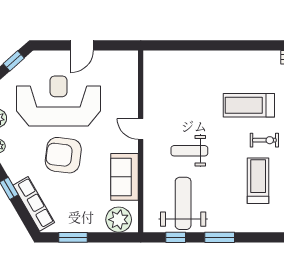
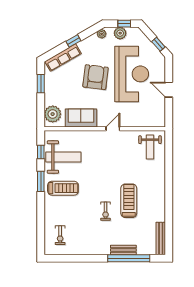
weight bench: (189, 151) -> (150, 147), moved, turned 180
treadmill: (258, 181) -> (63, 188), moved

